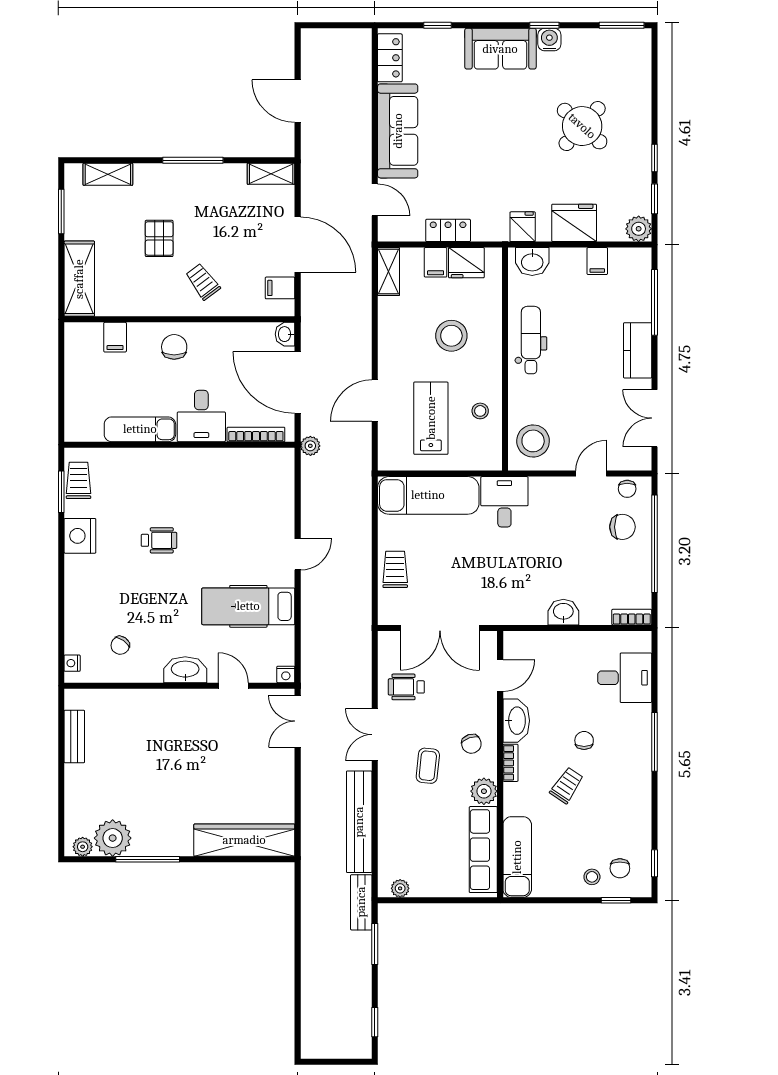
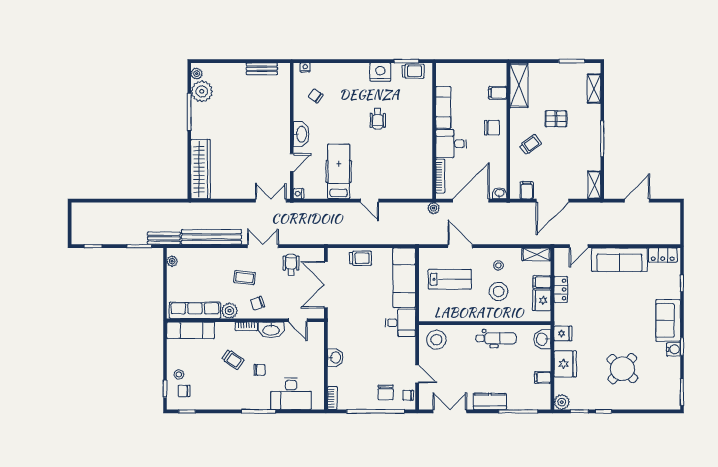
shelving: (79, 279) -> (519, 85), moved, turned 90
stool: (480, 411) -> (498, 265), moved
desk: (625, 678) -> (291, 394), width x1.37

